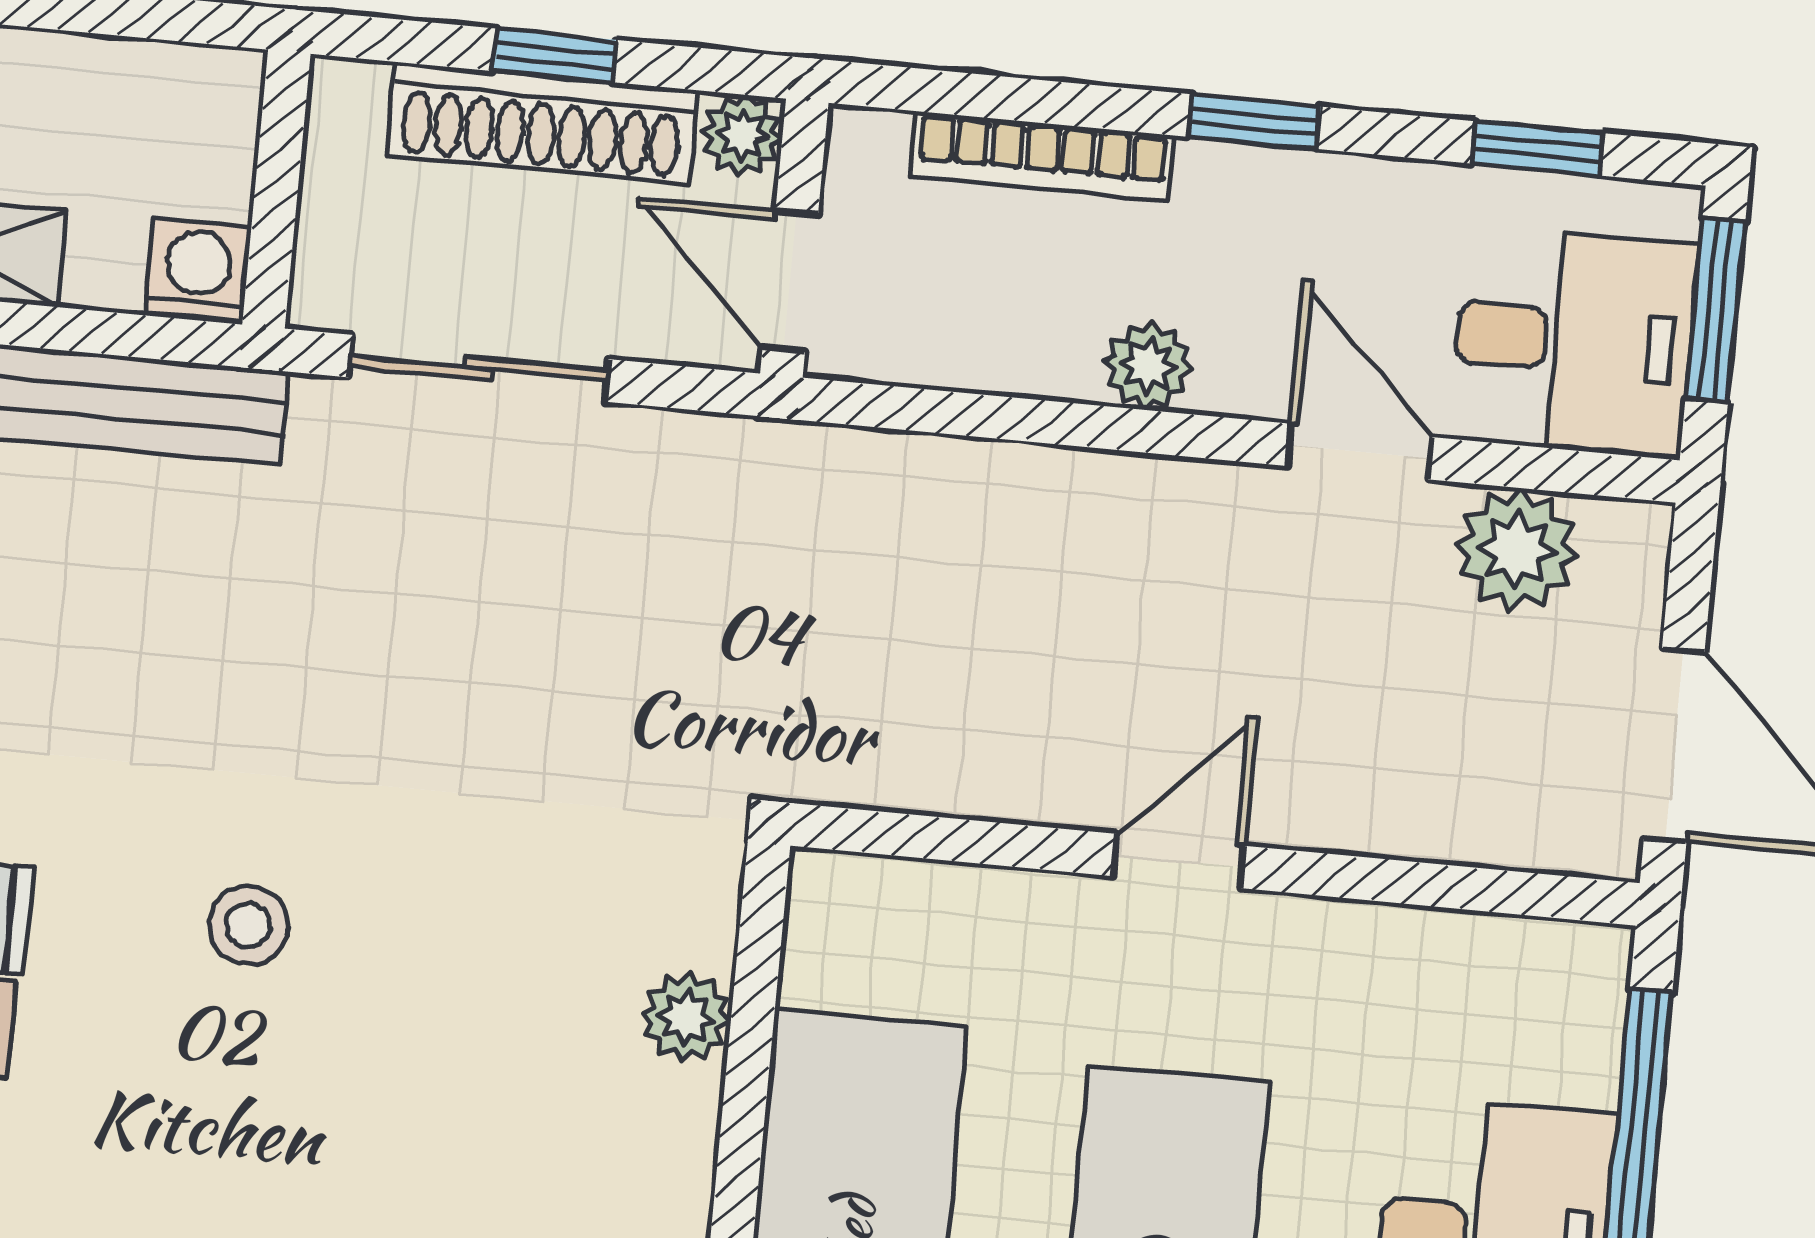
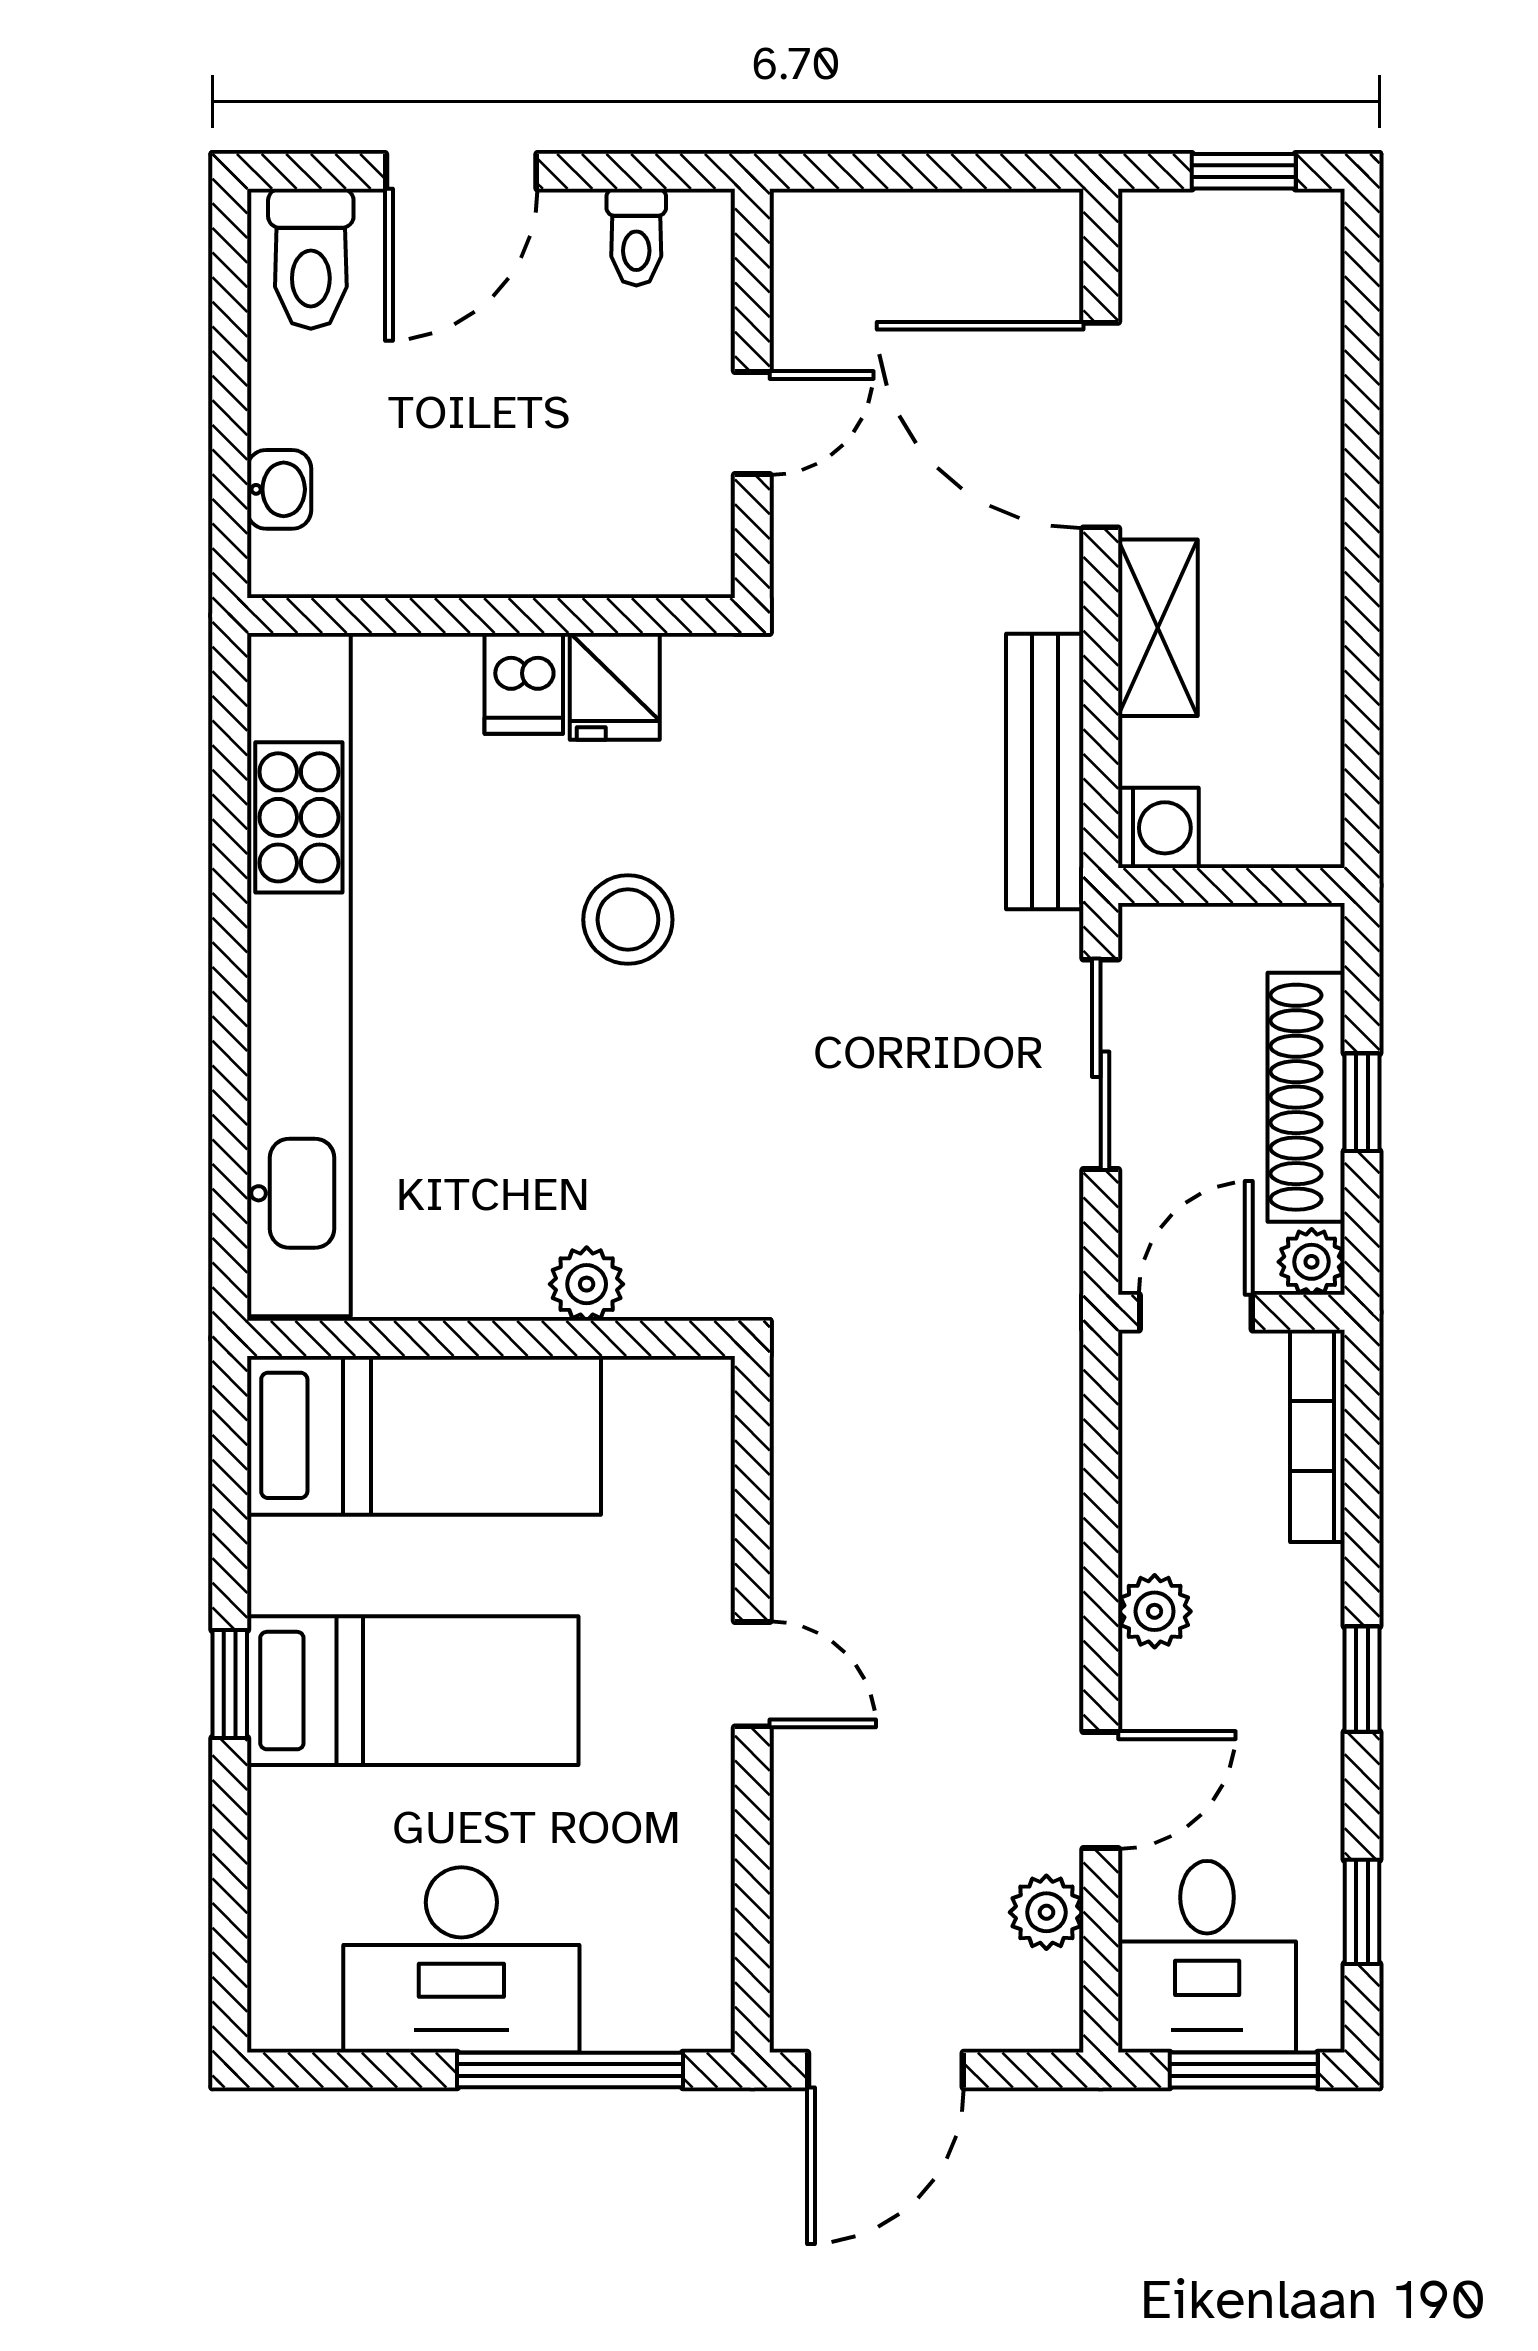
bookcase: (1042, 156) -> (1317, 1436), moved
plant: (1516, 550) -> (1046, 1912), width x0.73, depth x0.73
stool: (248, 925) -> (628, 920), width x1.37, depth x1.37

